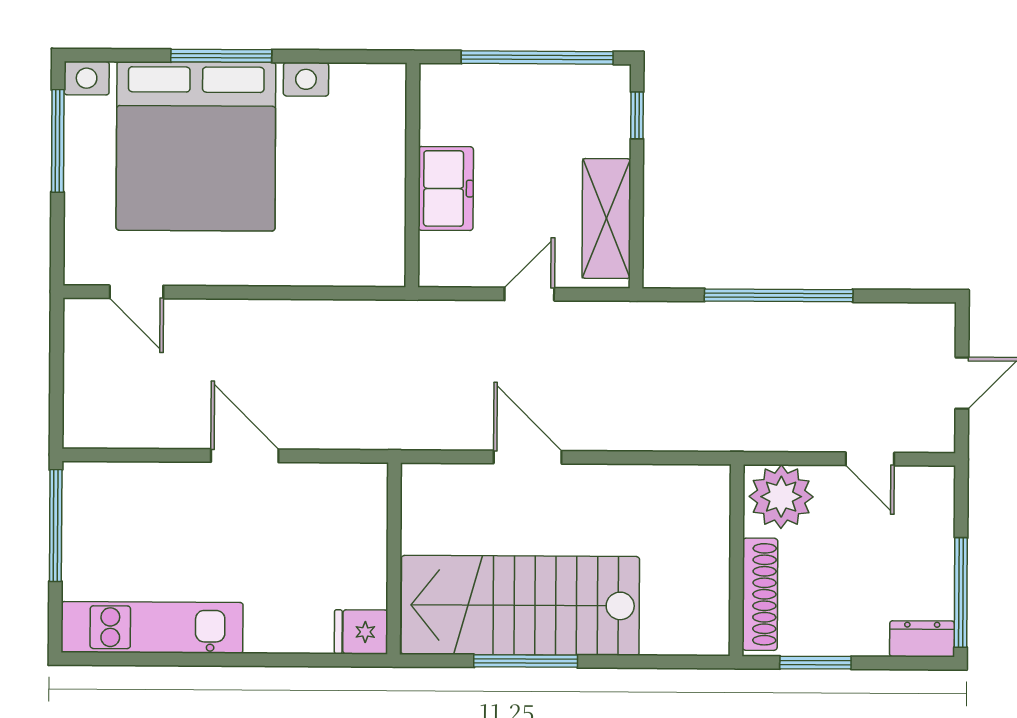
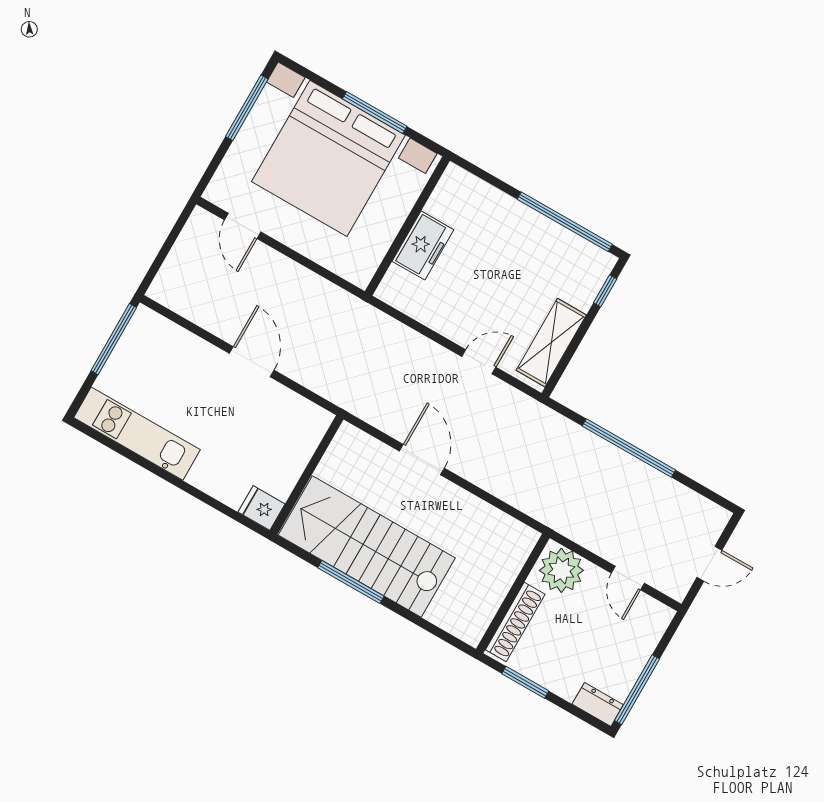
wall: (412, 175) -> (407, 226), moved
freezer: (446, 188) -> (423, 245), moved

